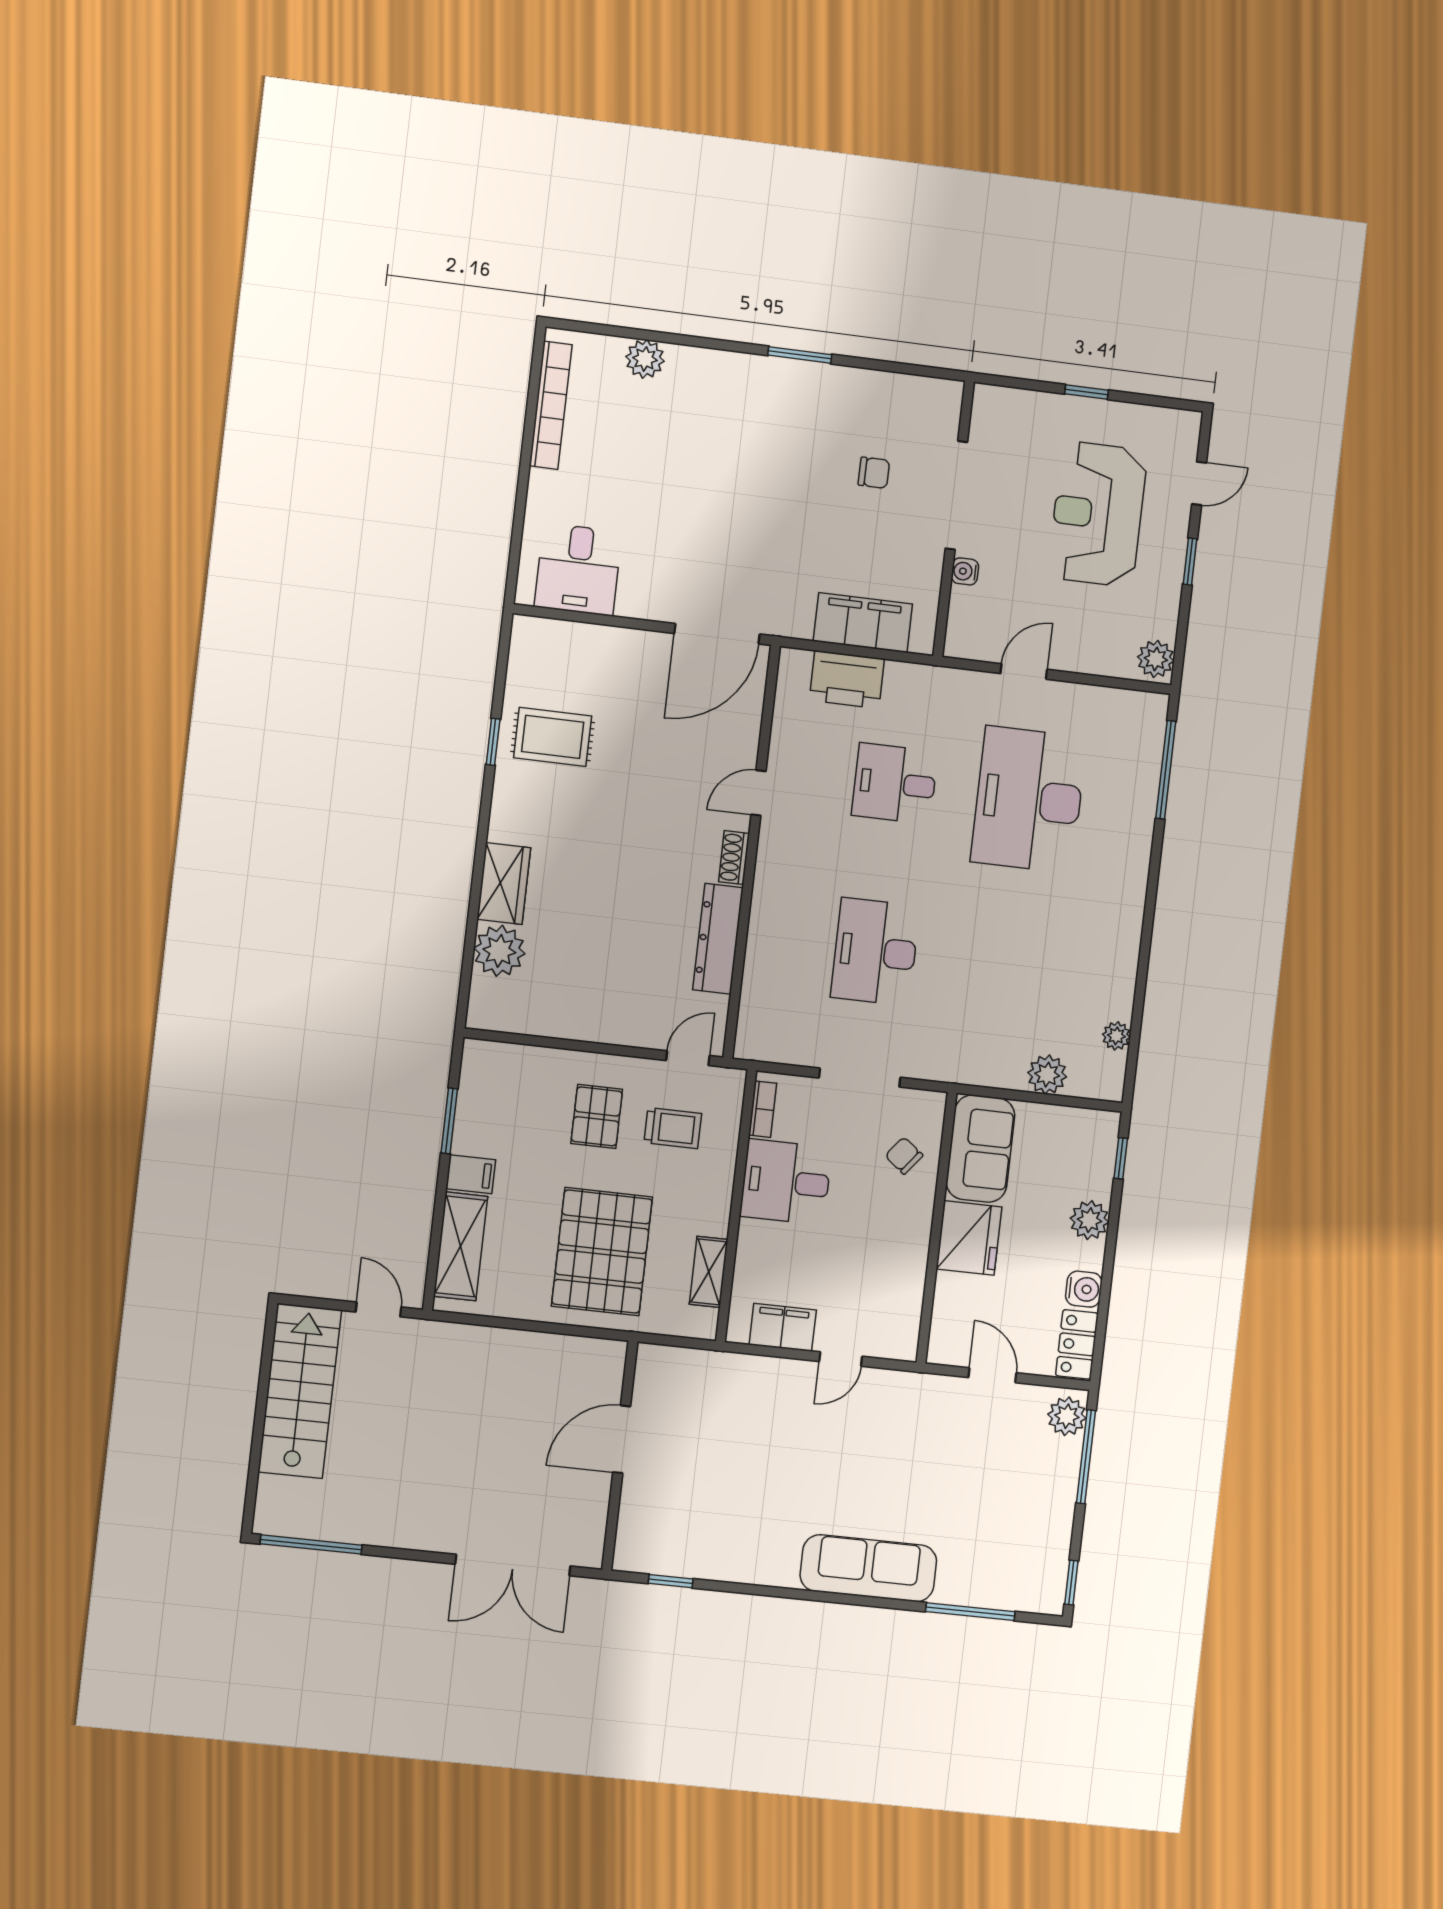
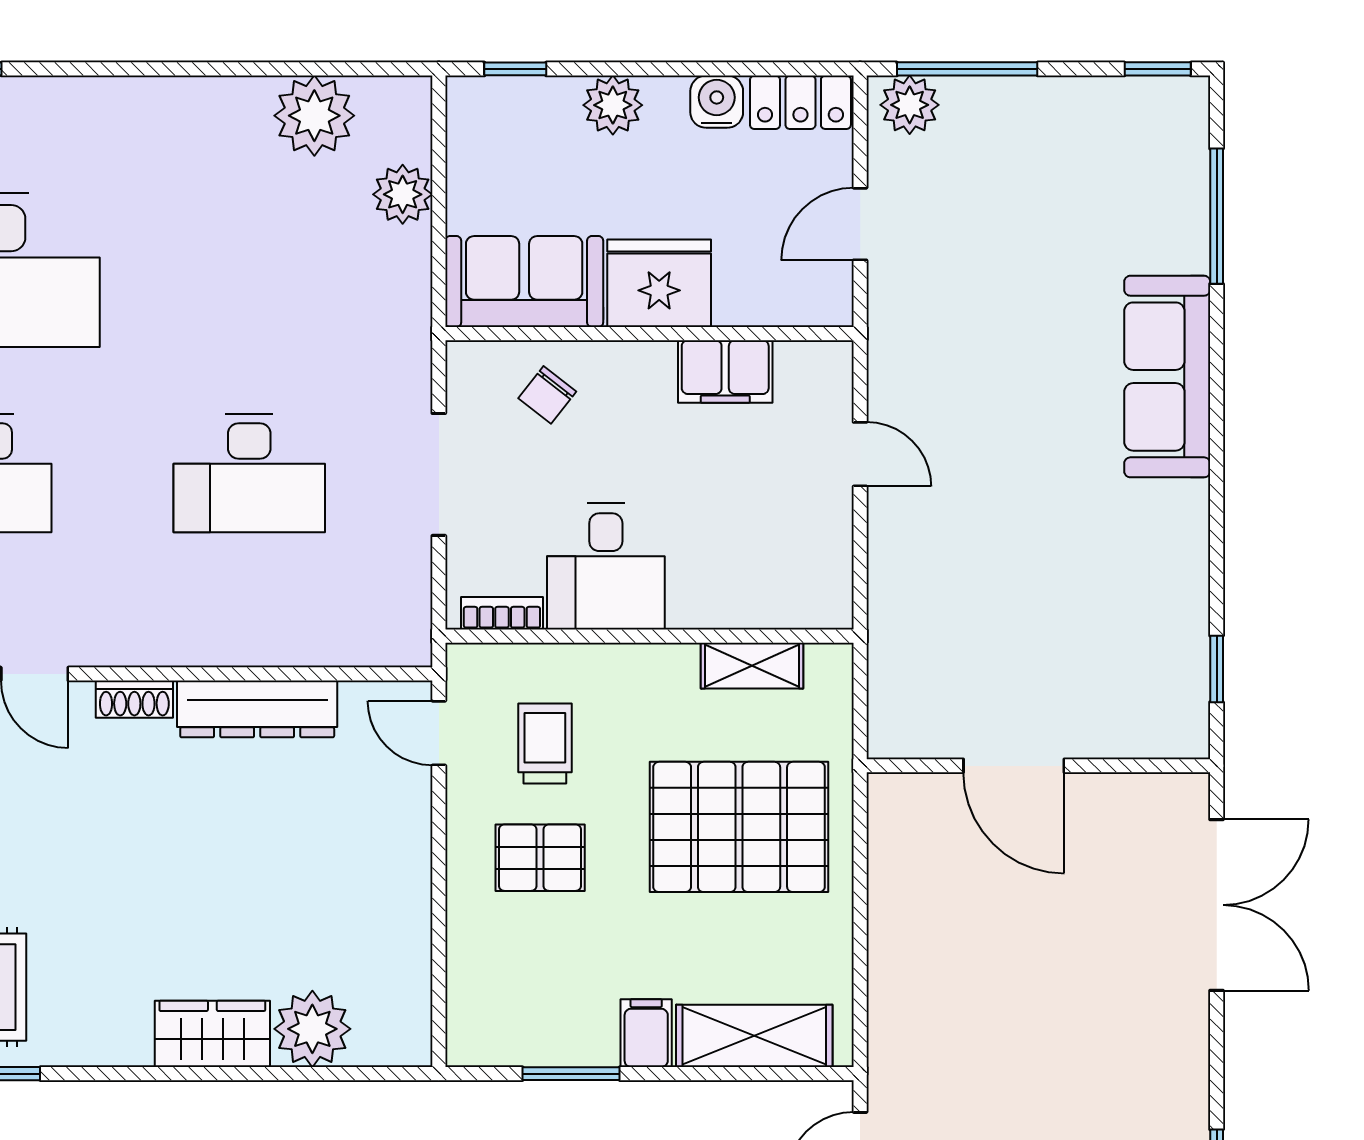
plant: (1116, 1036) -> (314, 116), width x1.88, depth x1.88
filing cabinet: (783, 1327) -> (725, 372), moved, turned -90

